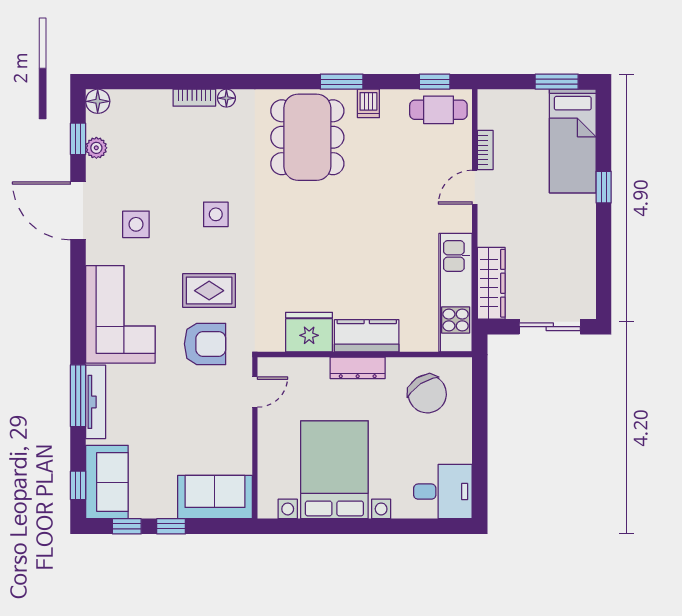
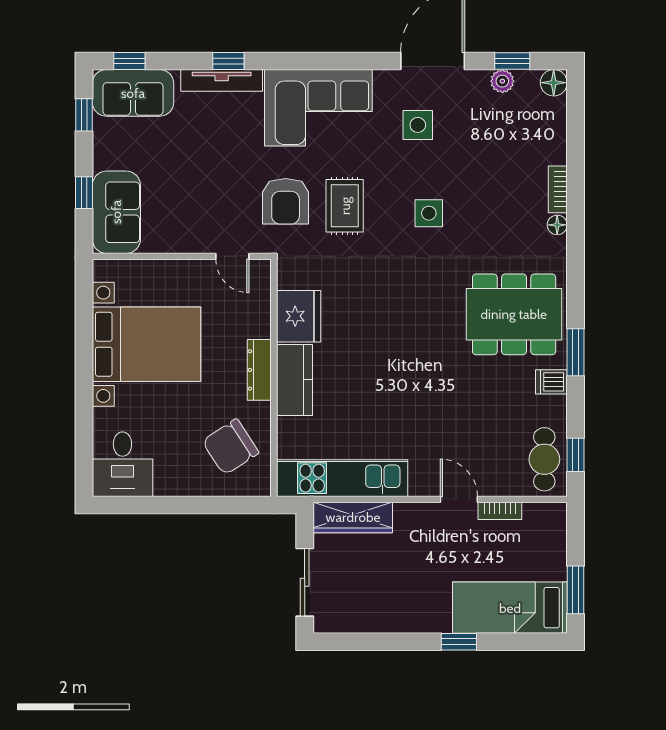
window: (78, 396) -> (228, 61), width x0.46
window: (171, 526) -> (84, 193), moved

